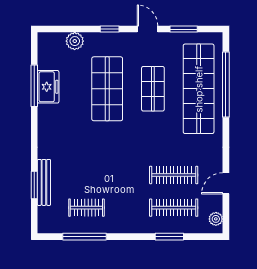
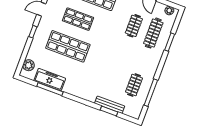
plant: (75, 41) -> (29, 65), moved
freezer: (48, 87) -> (50, 80), width x1.40
clothes rail: (174, 175) -> (134, 26), width x0.73

